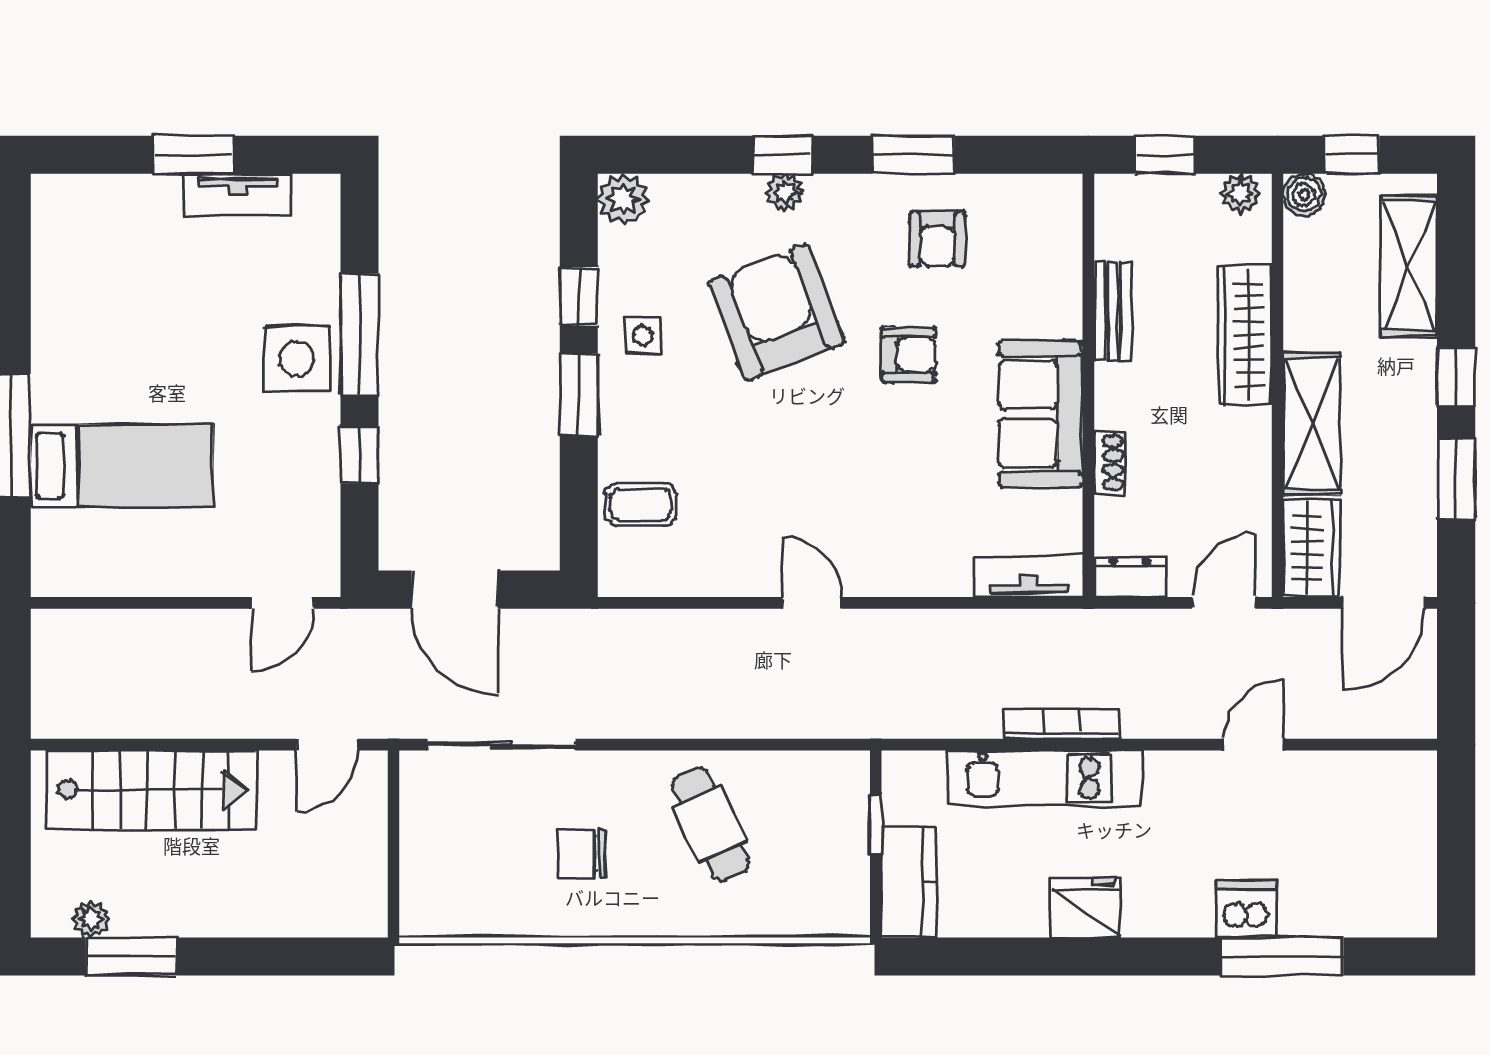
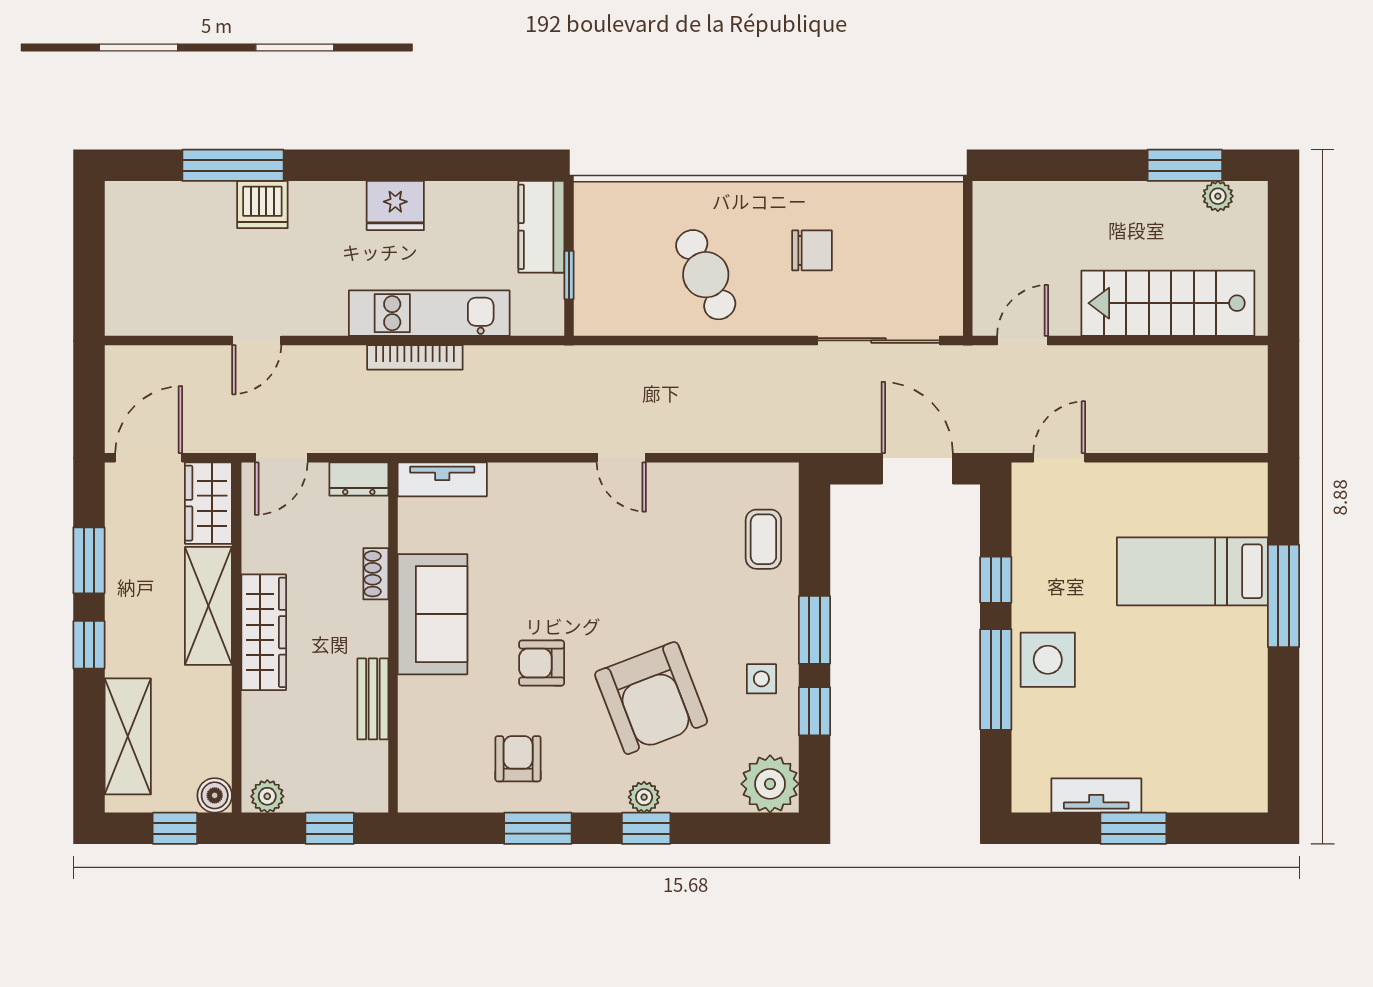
plant: (623, 199) -> (770, 784), width x1.36, depth x1.36
wardrobe: (1245, 335) -> (264, 632), moved
coffee table: (641, 504) -> (763, 539), turned 90

